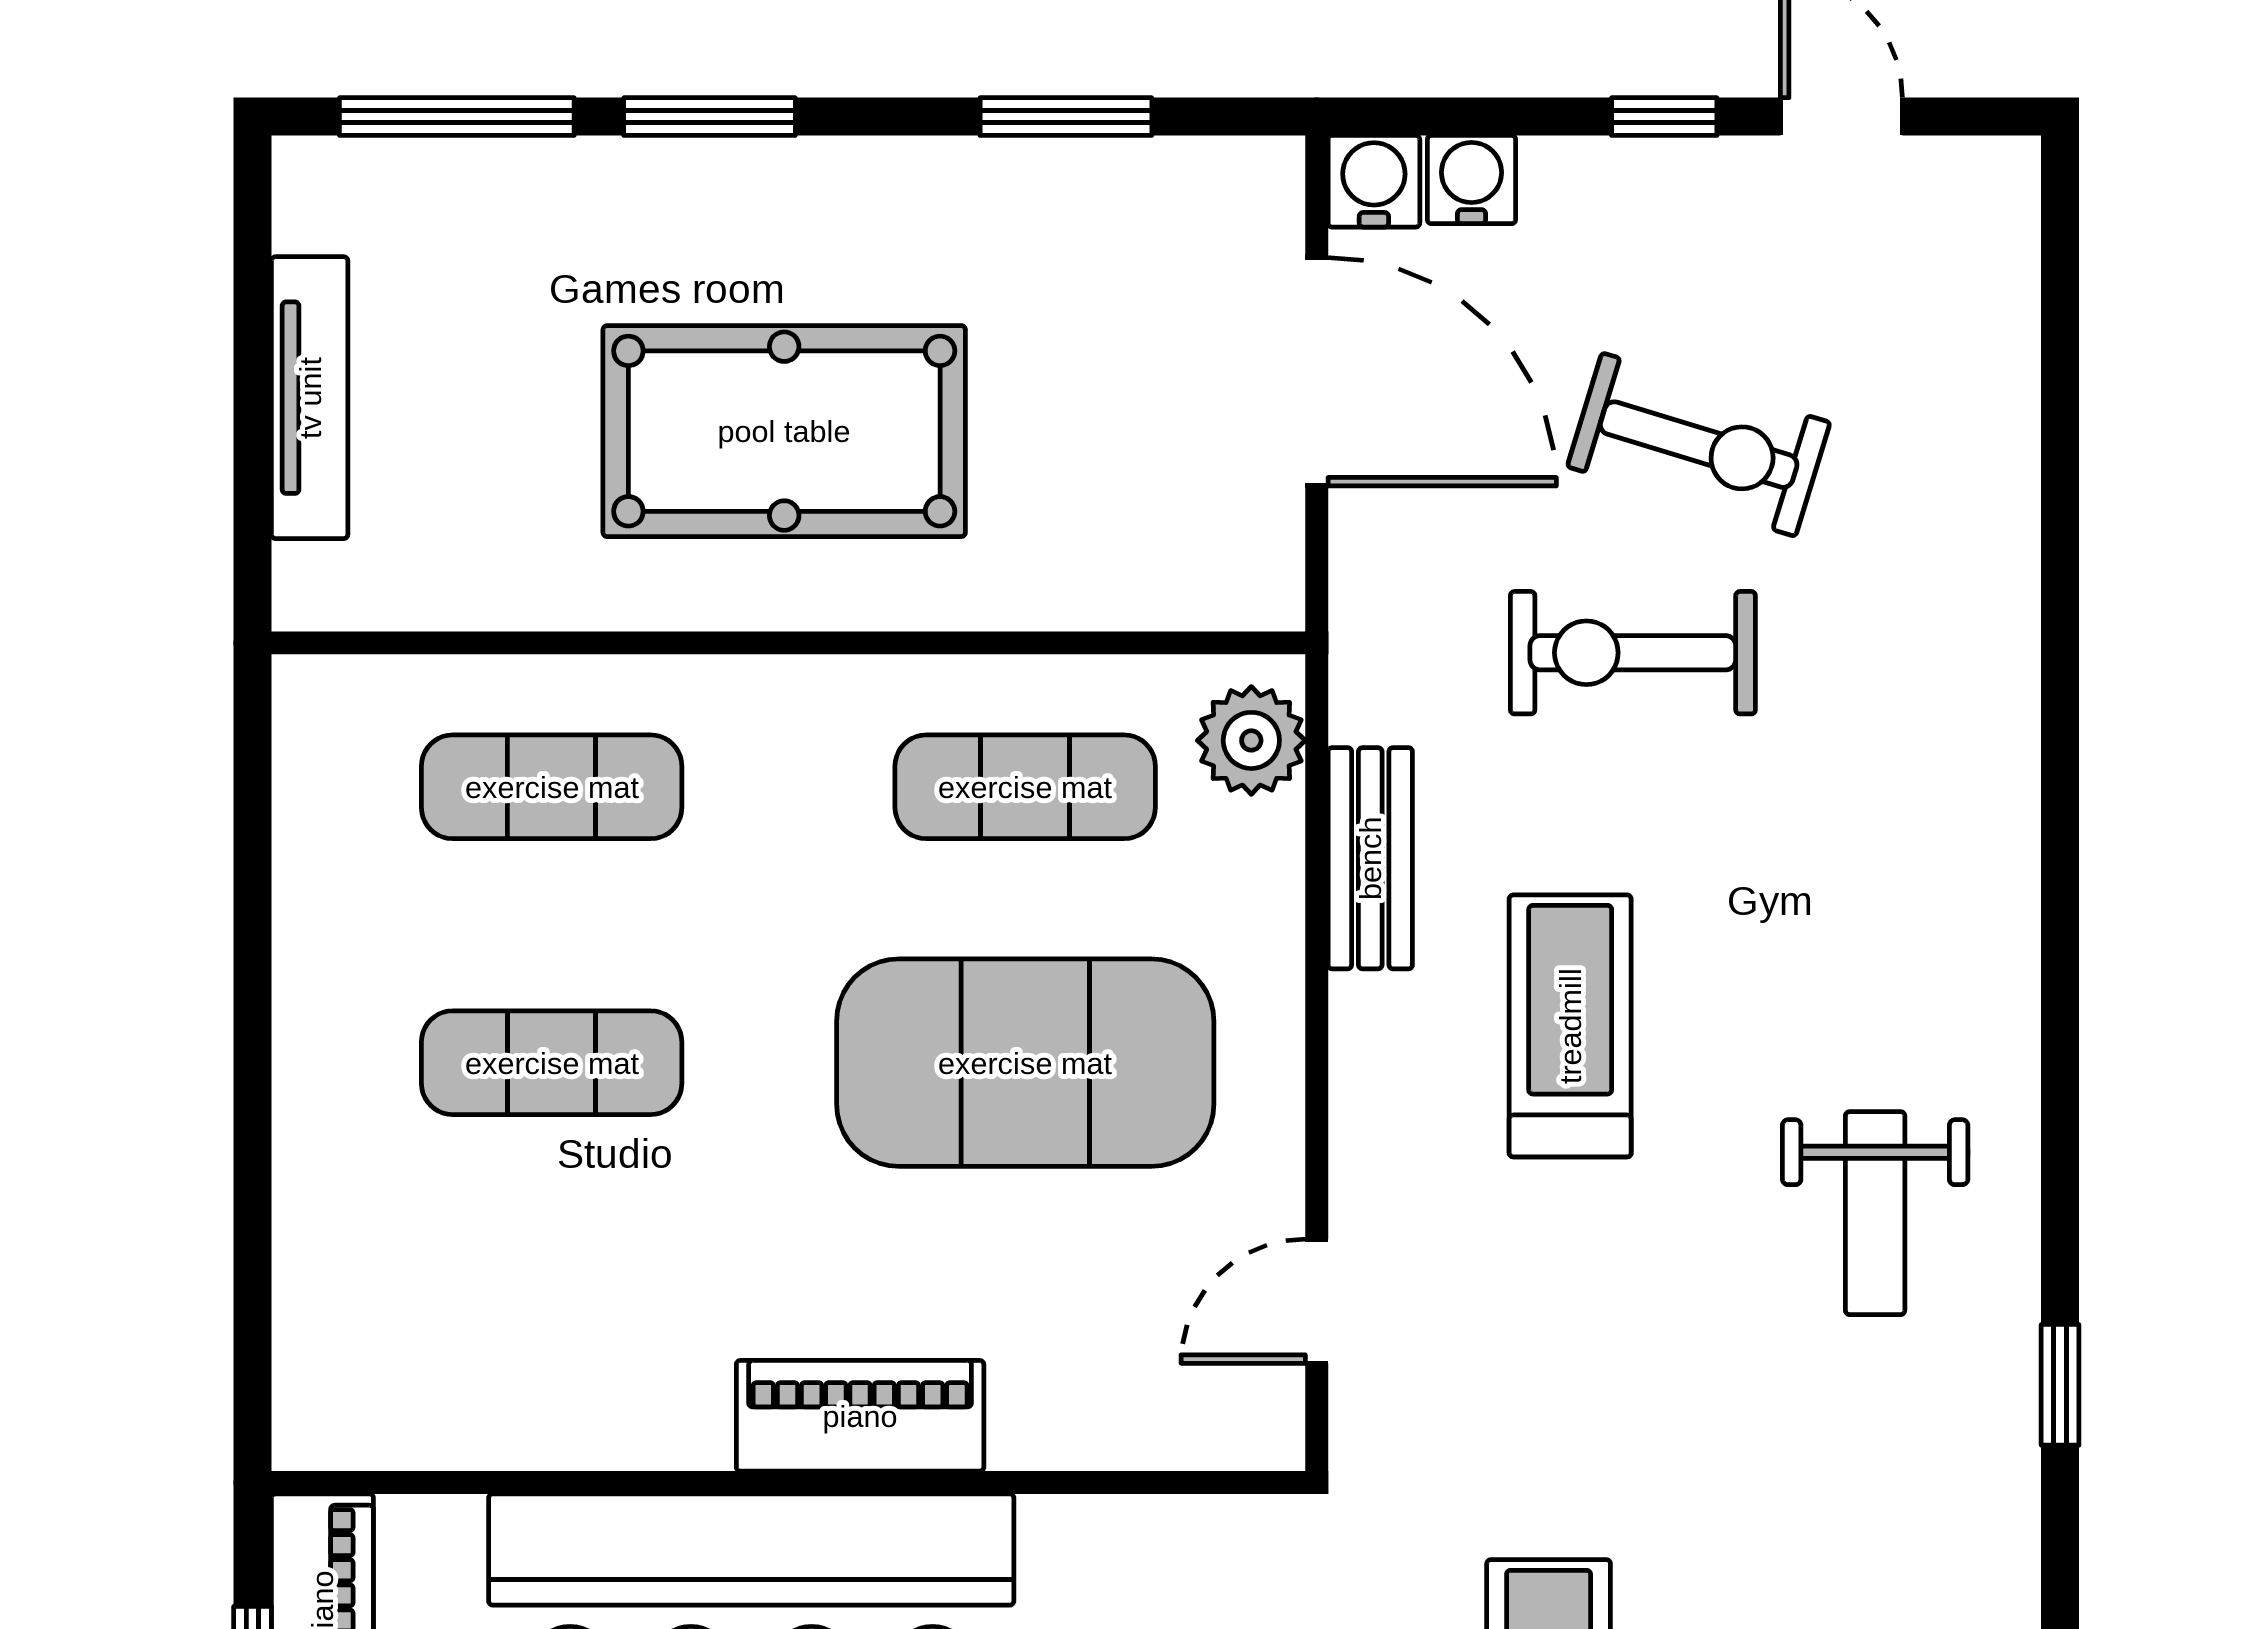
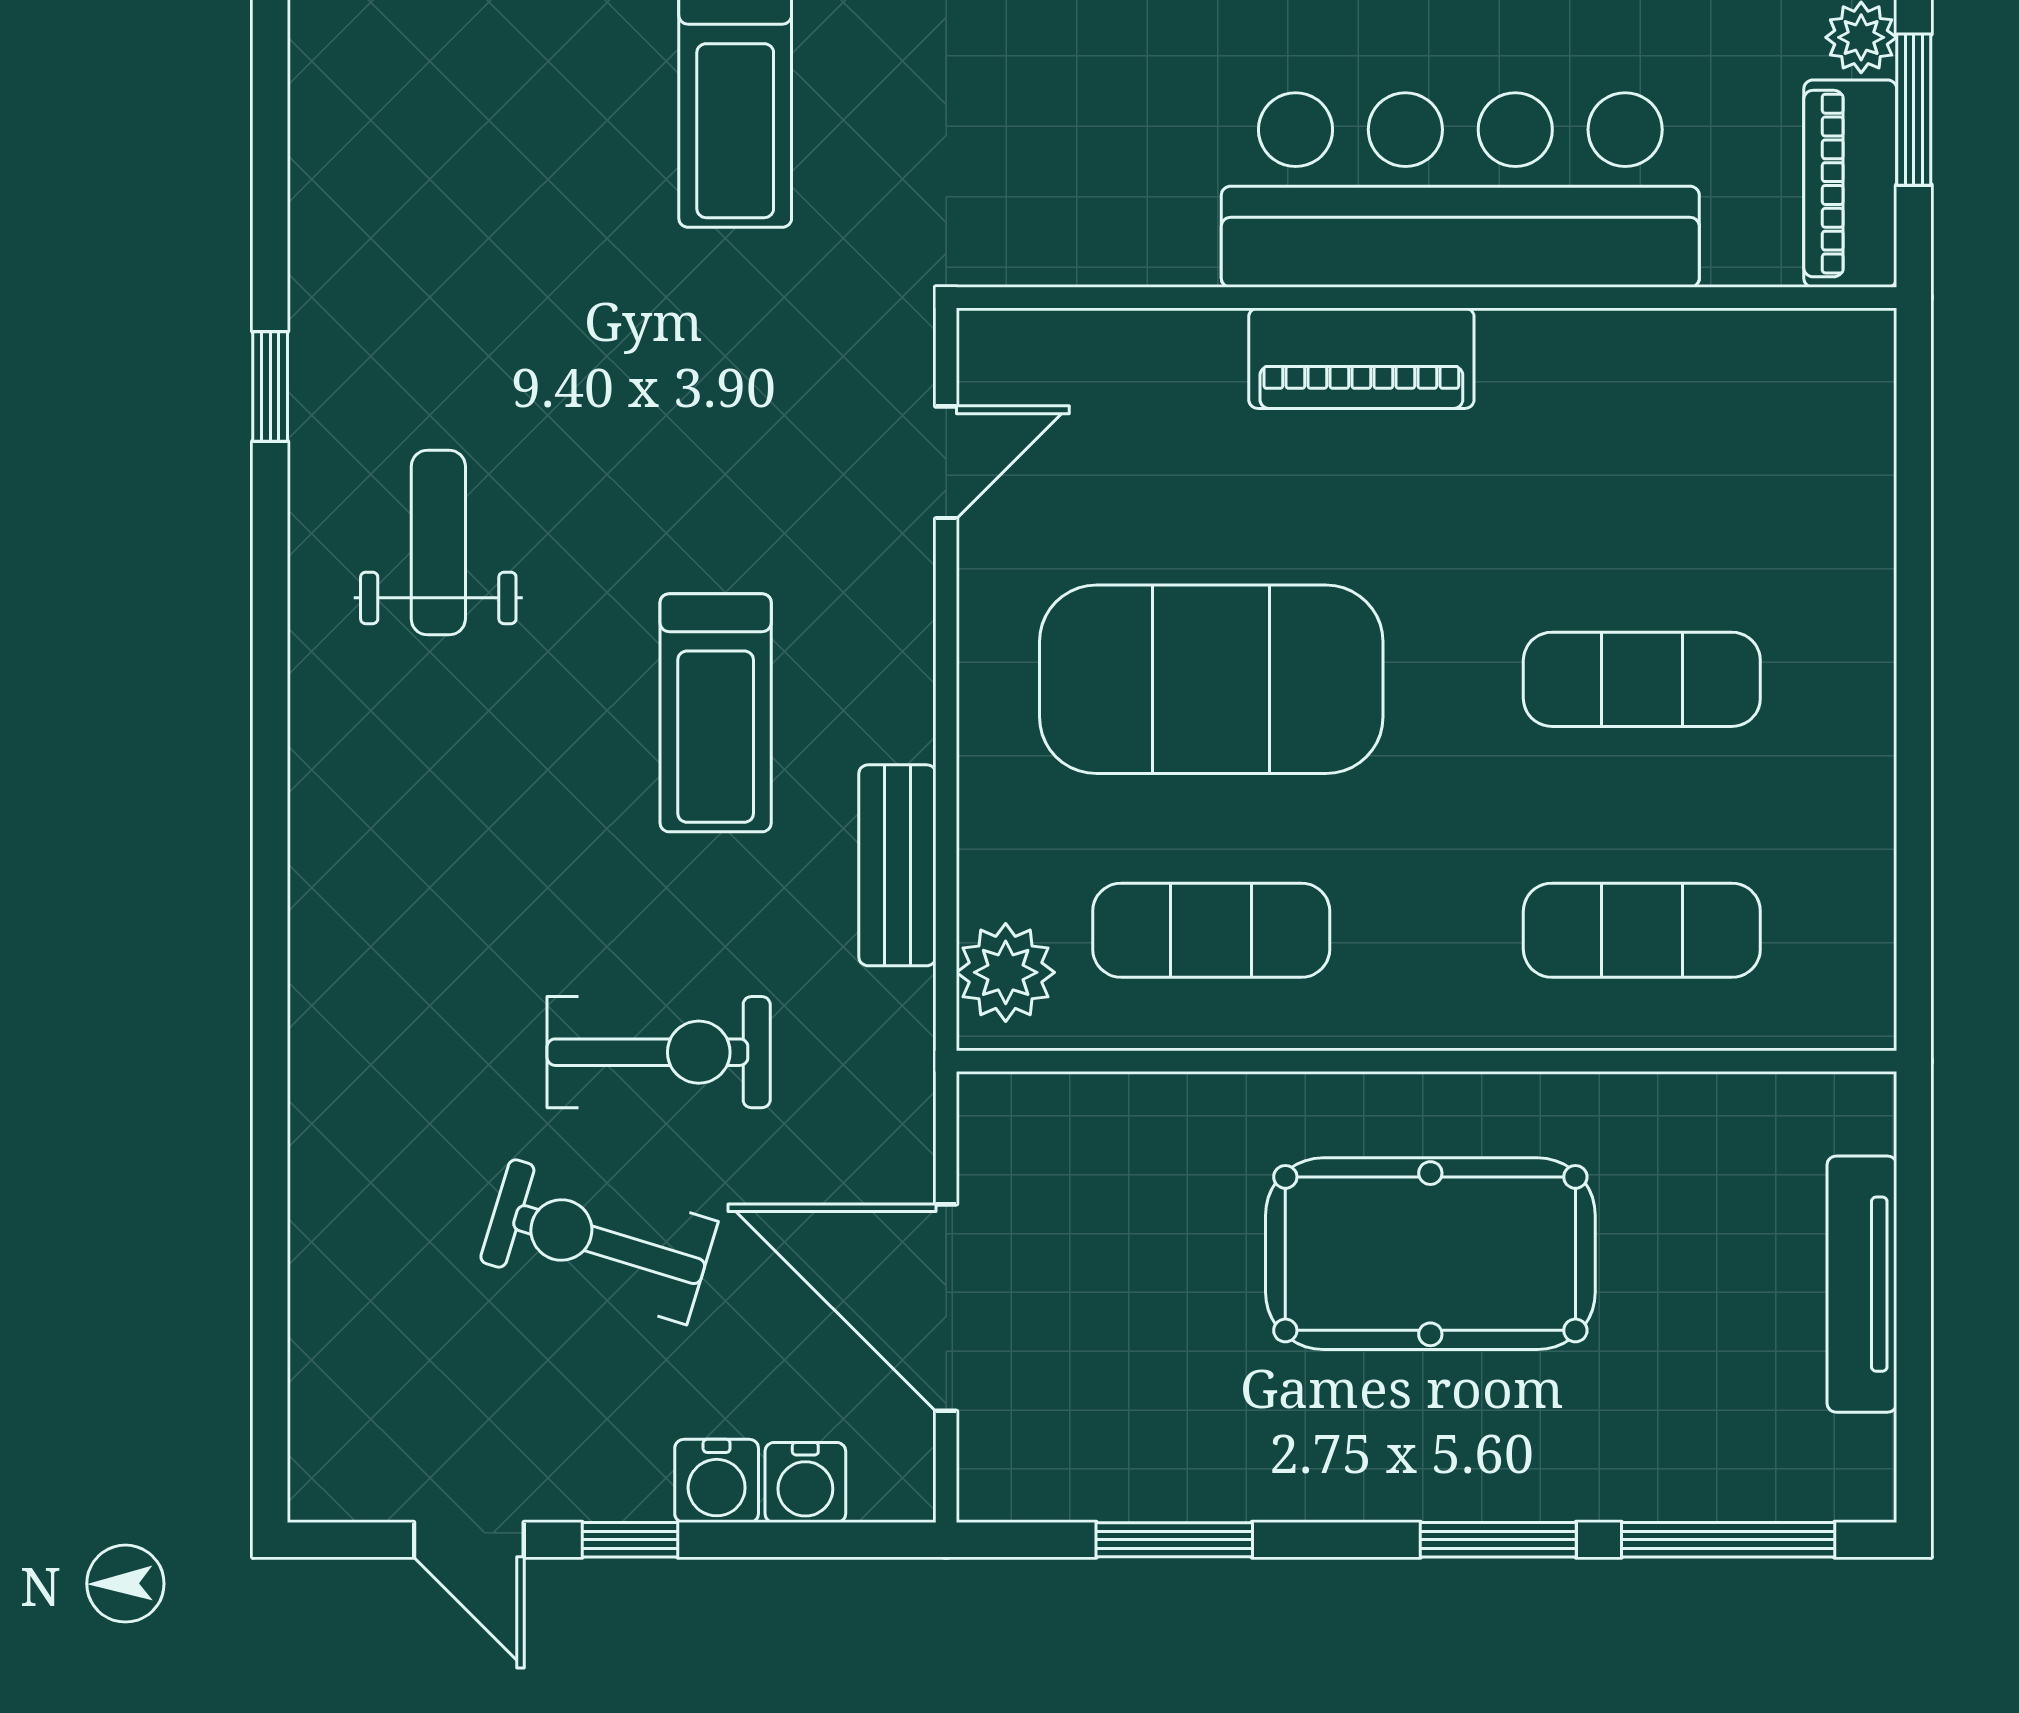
water cooler: (1374, 181) -> (717, 1481), moved

